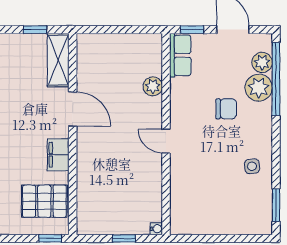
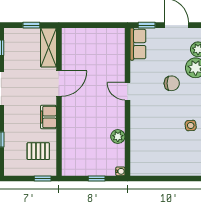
plant: (153, 86) -> (118, 137), moved
door: (73, 109) -> (59, 83), hinge flipped
door: (166, 141) -> (128, 91), moved
pallet: (44, 201) -> (38, 151), width x0.67, depth x0.71

